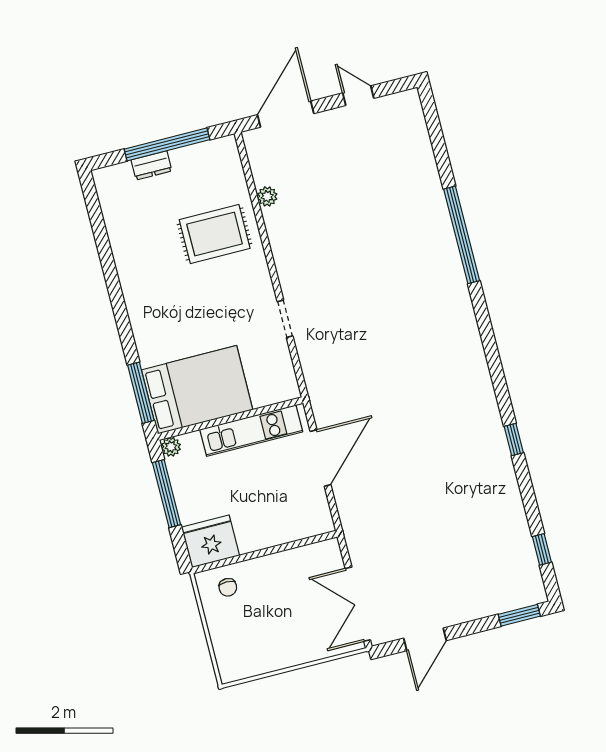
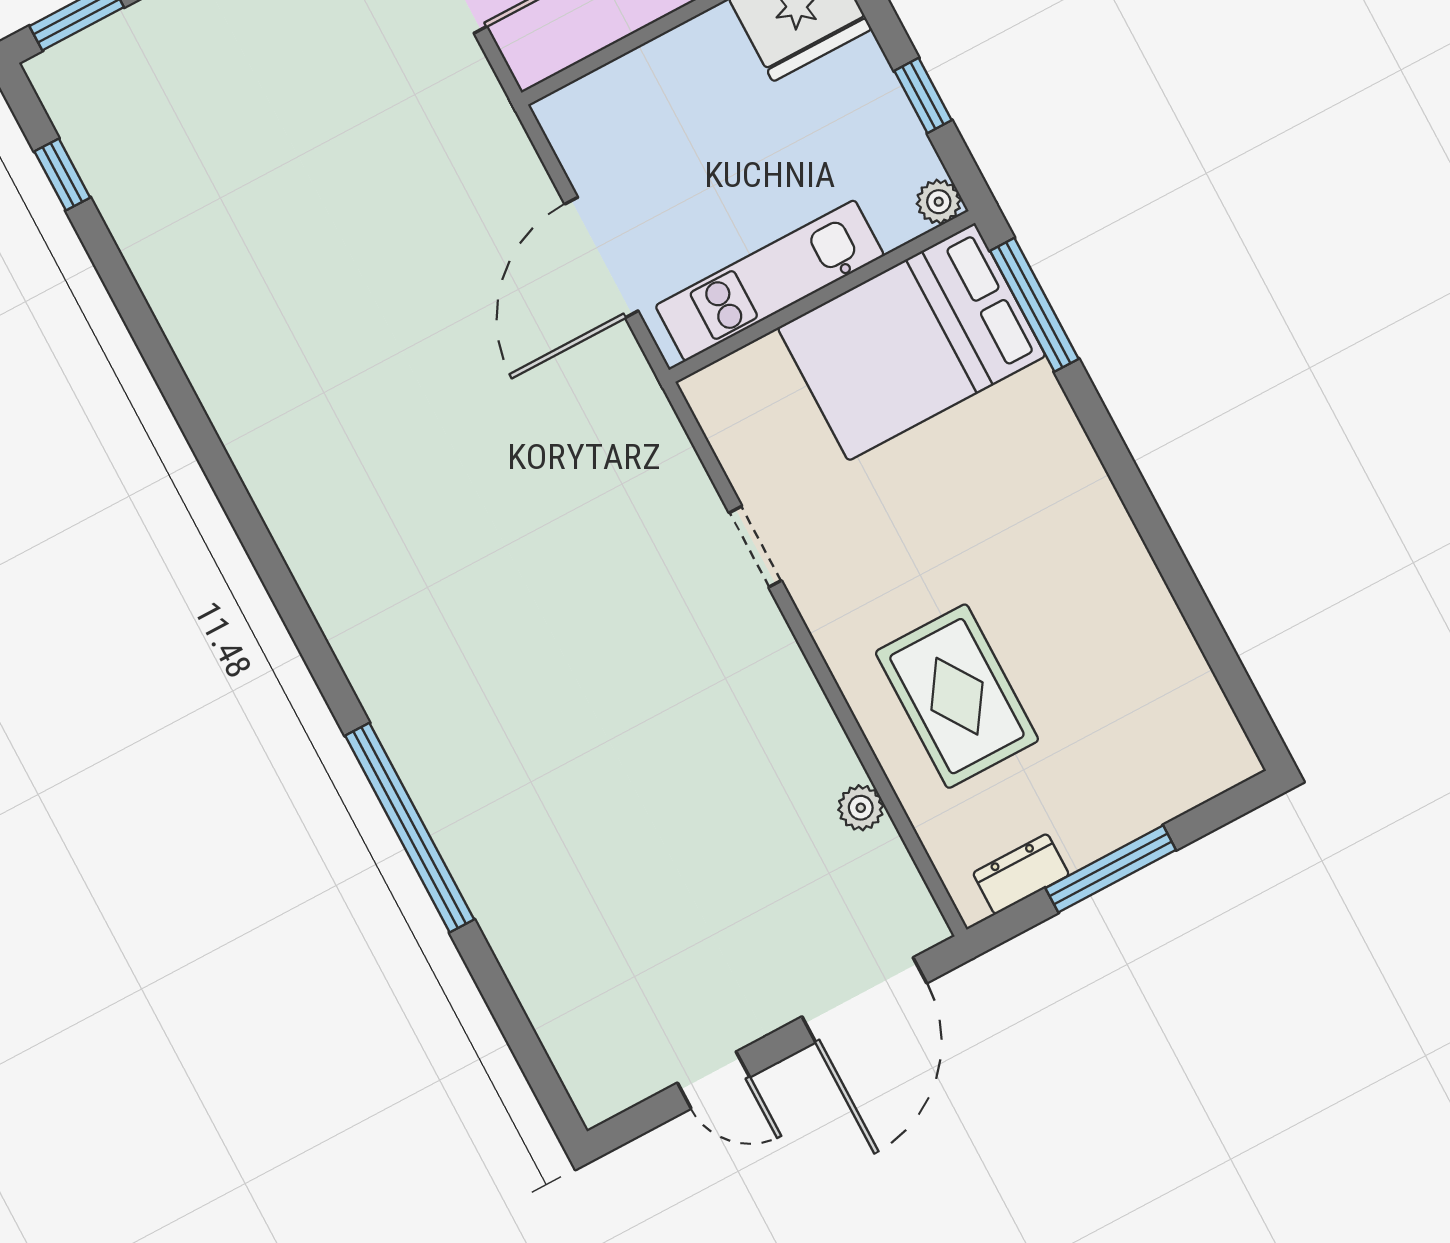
window: (167, 144) -> (1111, 869), width x0.68
dresser: (151, 165) -> (1021, 874), moved
rug: (215, 234) -> (957, 696), turned 90
window: (514, 440) -> (184, 403), removed
window: (167, 494) -> (923, 96), width x0.46

